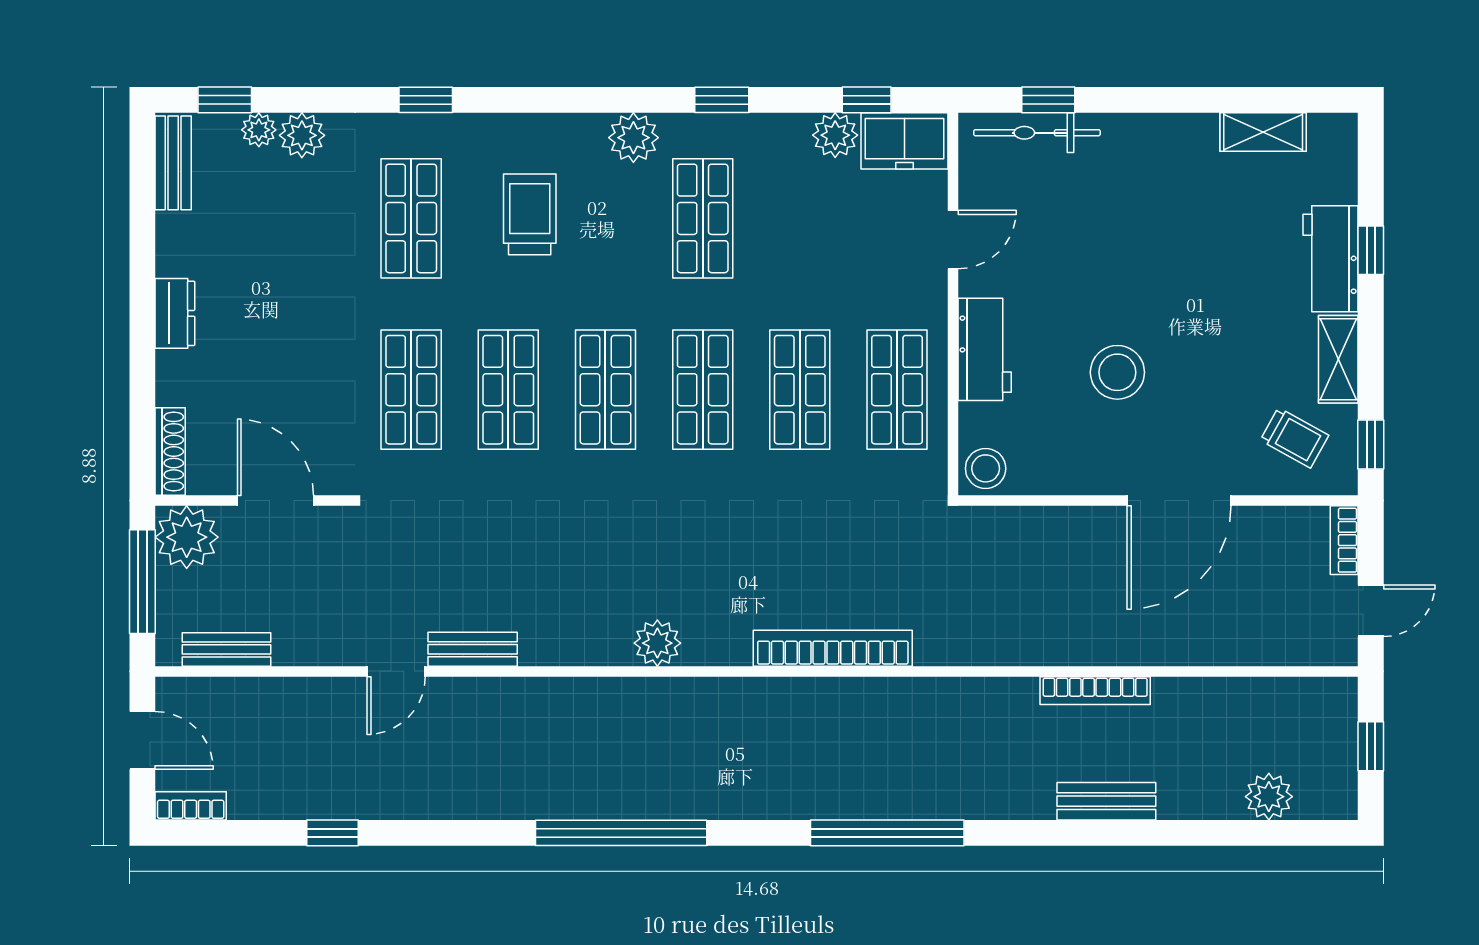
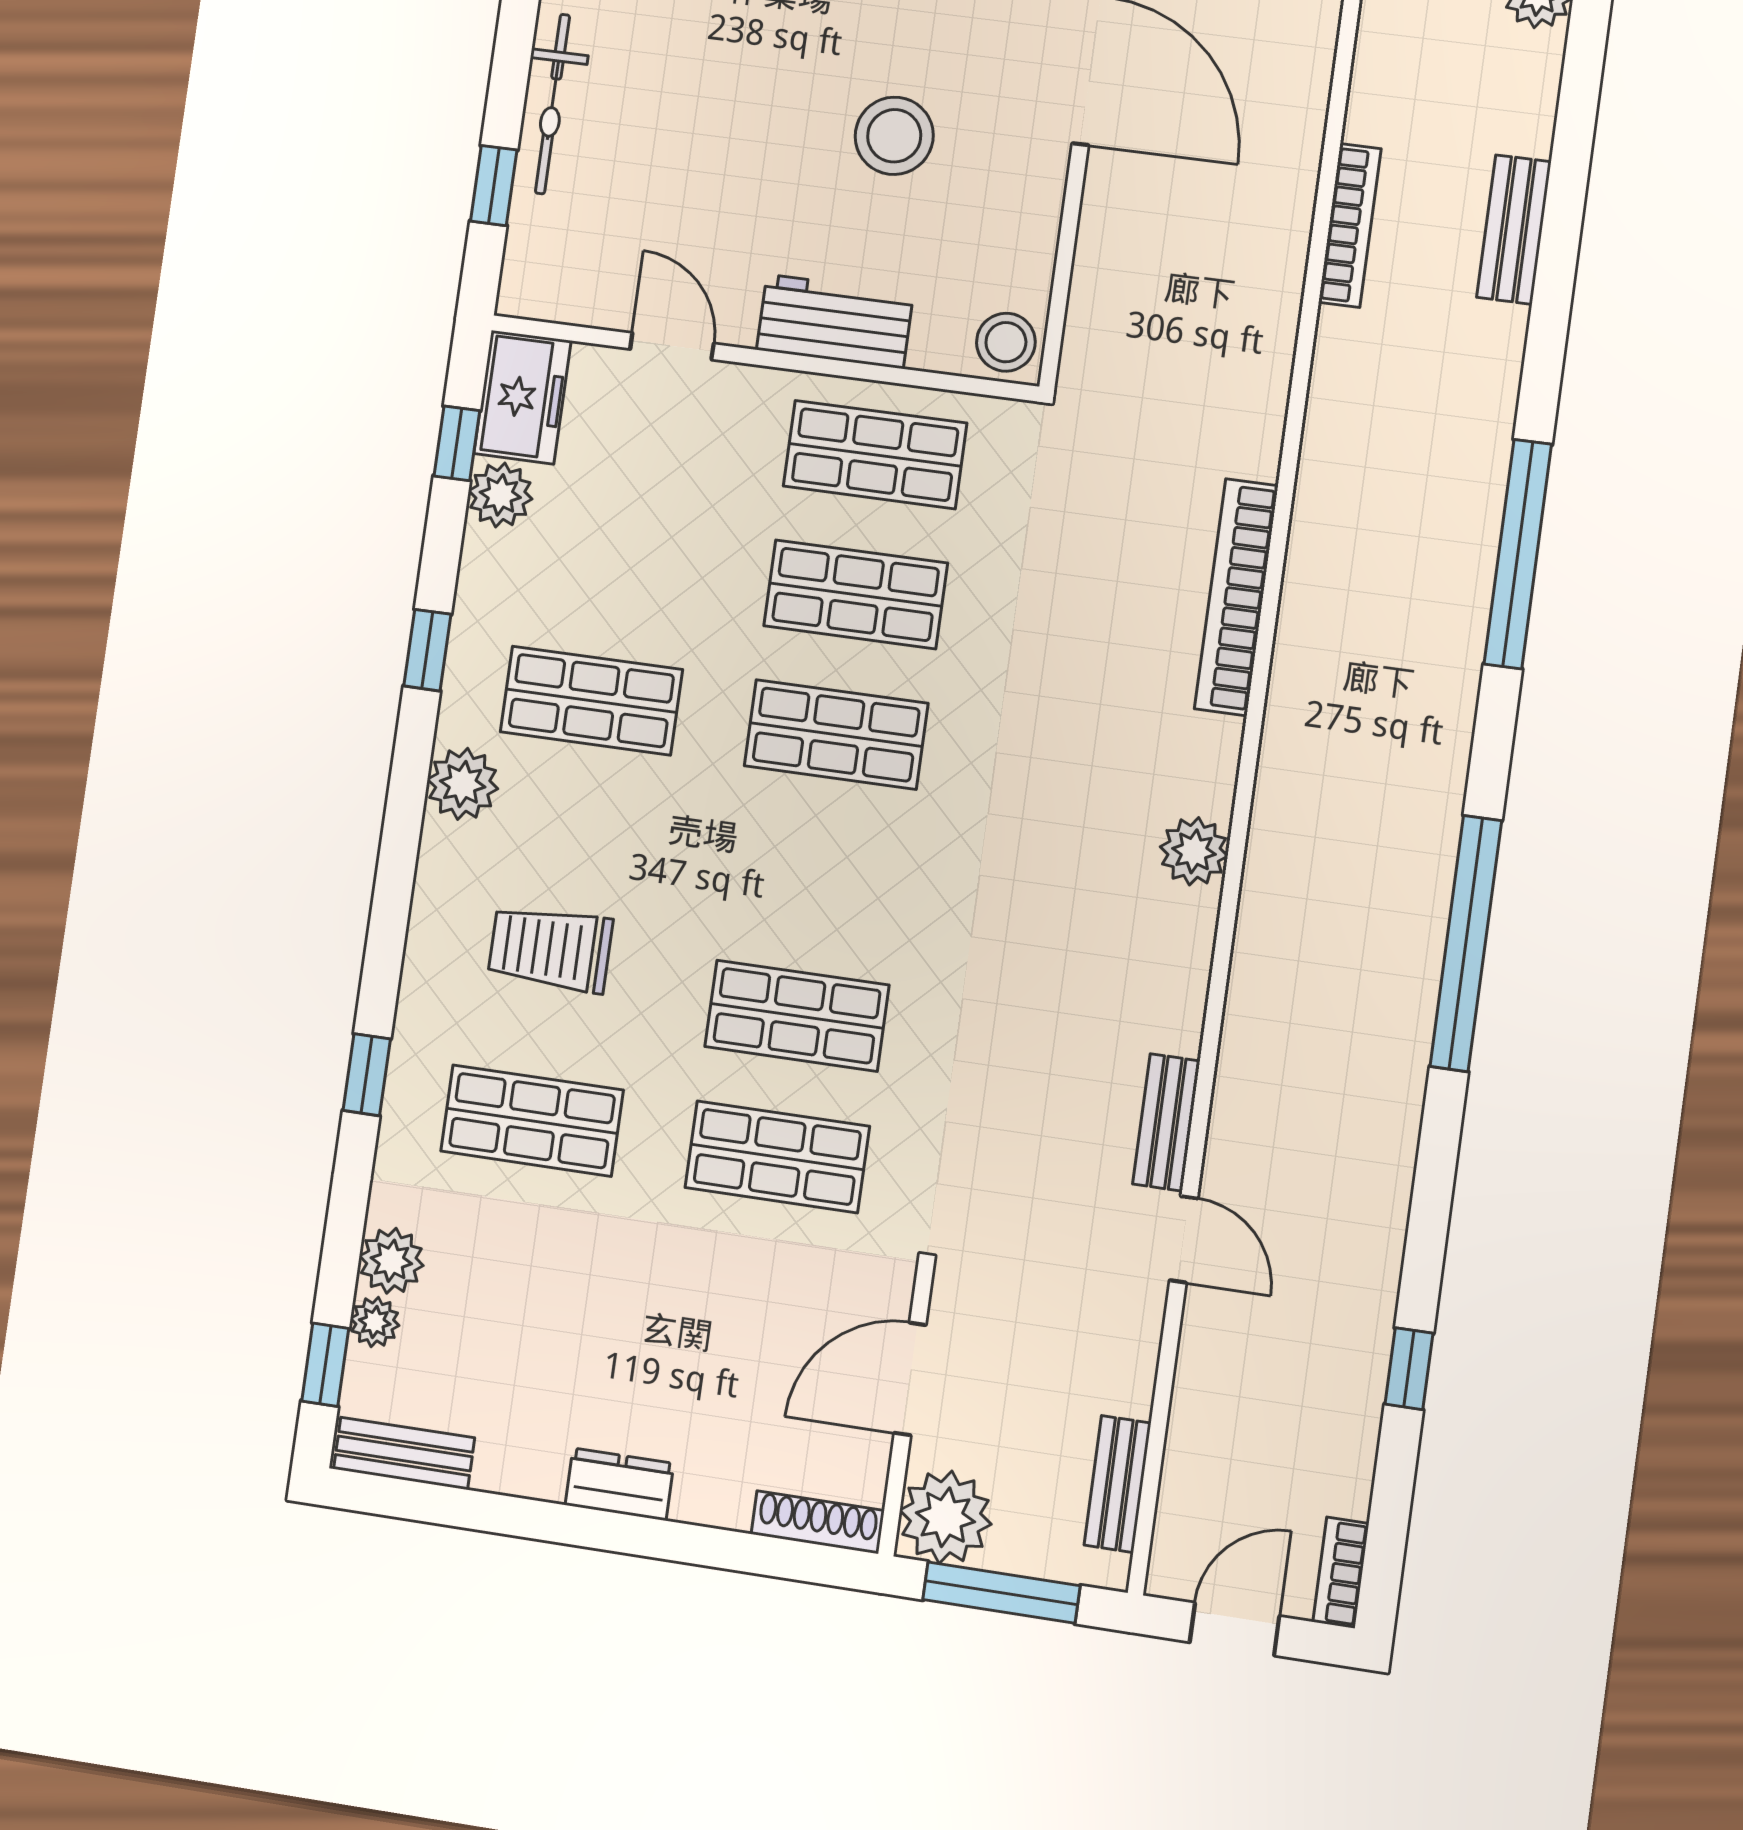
bicycle: (1037, 133) -> (552, 104), moved
shop shelf: (605, 390) -> (817, 875), removed

